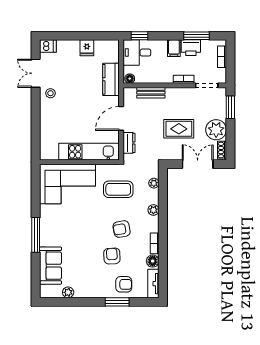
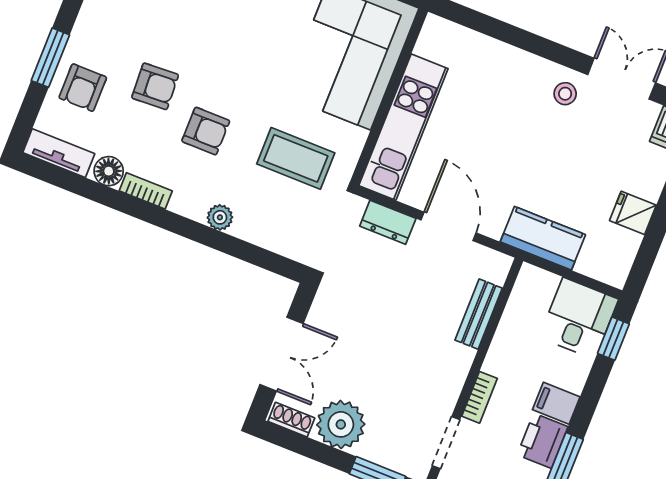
floor lamp: (130, 79) -> (528, 280), removed
rug: (179, 129) -> (375, 344), removed
plant: (154, 183) -> (278, 242), removed
coffee table: (118, 189) -> (296, 158), turned 90
armchair: (122, 229) -> (206, 131), turned 100

